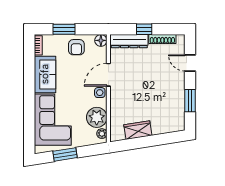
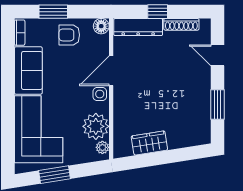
armchair: (76, 47) -> (69, 35), turned 90

